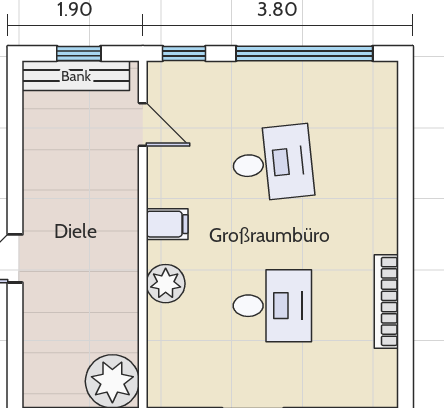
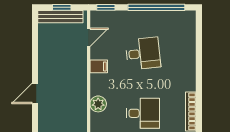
door: (143, 124) -> (89, 37), hinge flipped
filing cabinet: (167, 224) -> (99, 66), moved

